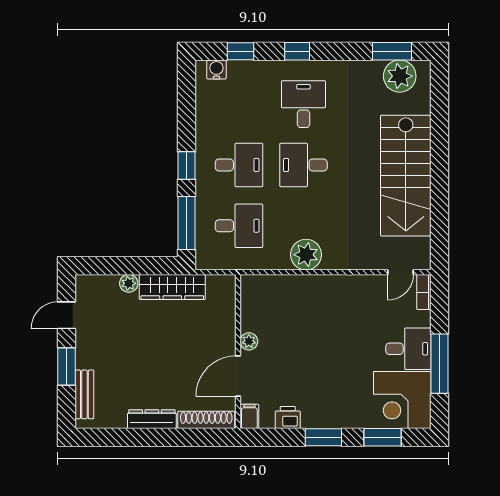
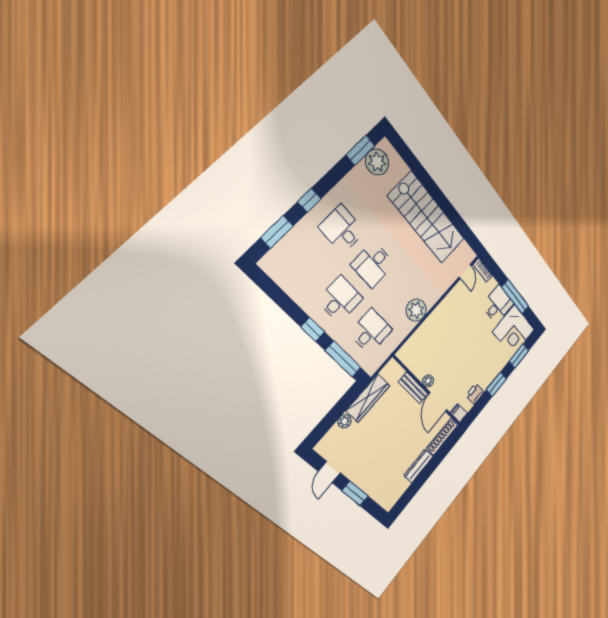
window: (240, 51) -> (277, 232), width x1.50
water cooler: (216, 69) -> (274, 257), removed
bench: (84, 394) -> (413, 388), moved

